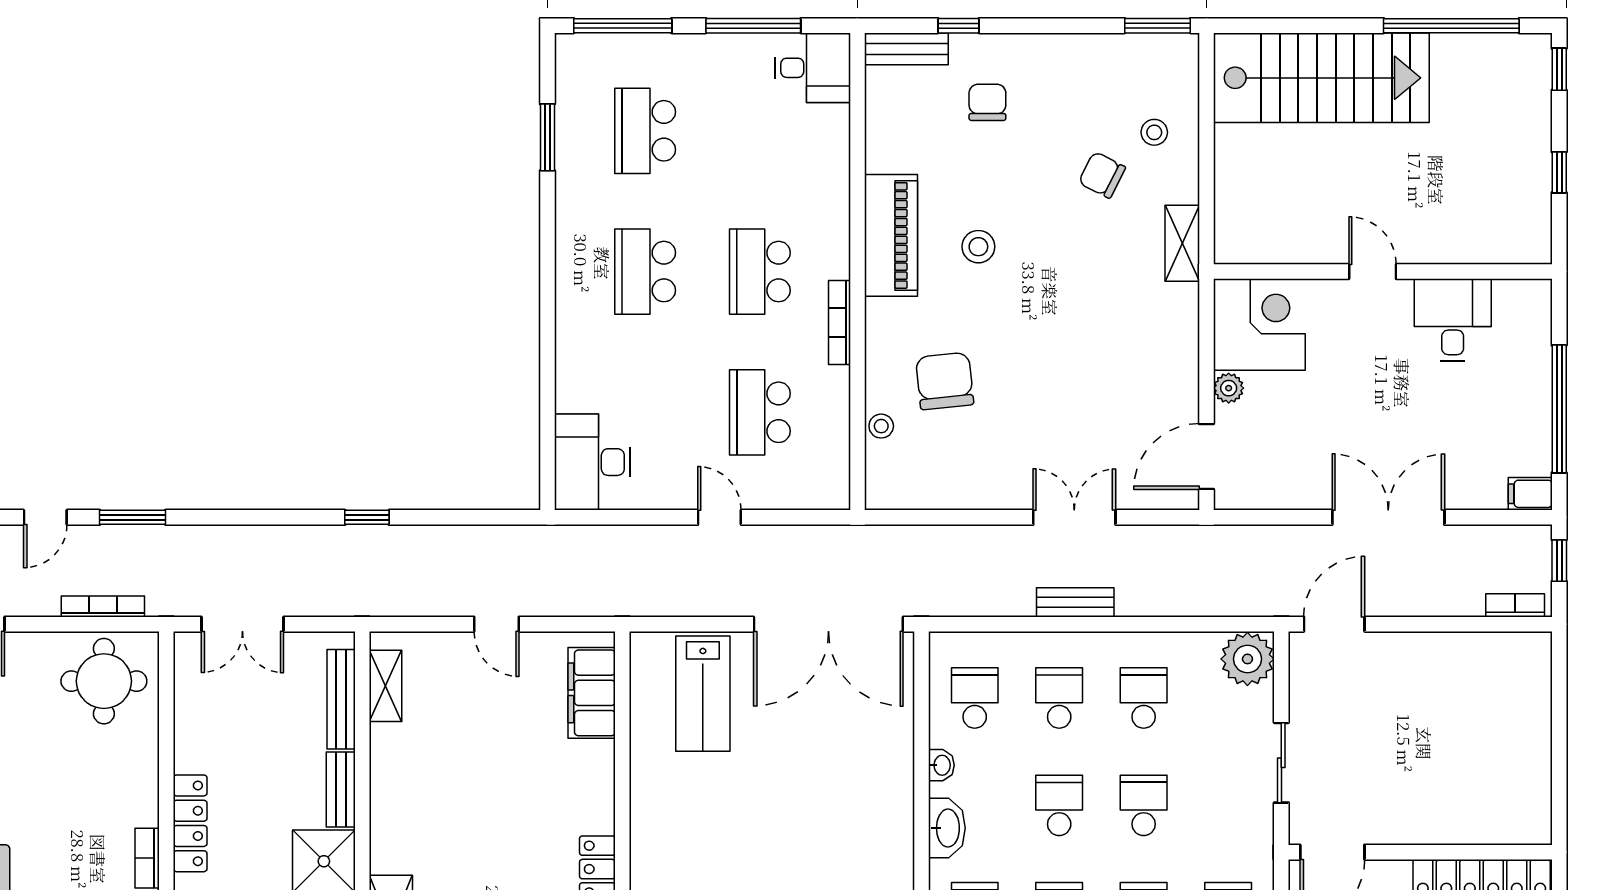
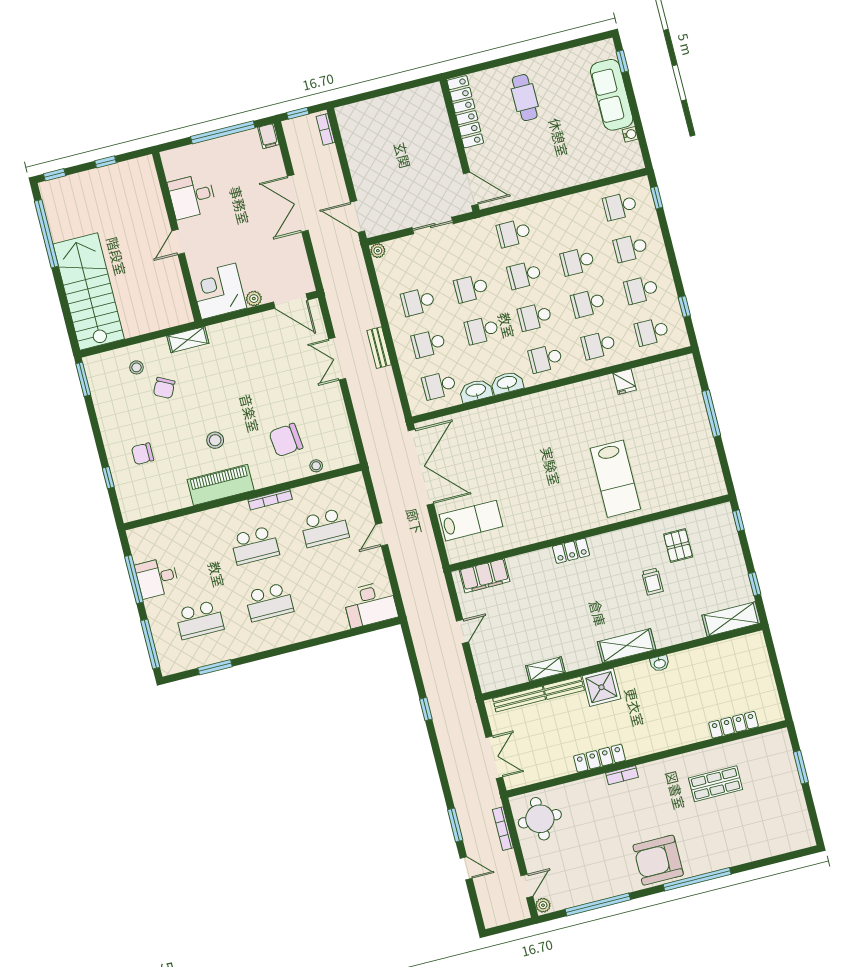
bench: (906, 49) -> (126, 501), removed
desk: (813, 68) -> (157, 578), moved, turned -90
plant: (1247, 659) -> (378, 251), width x0.53, depth x0.53
shelving: (385, 686) -> (545, 669), moved
washbasin: (941, 765) -> (476, 391), width x1.91, depth x1.45

